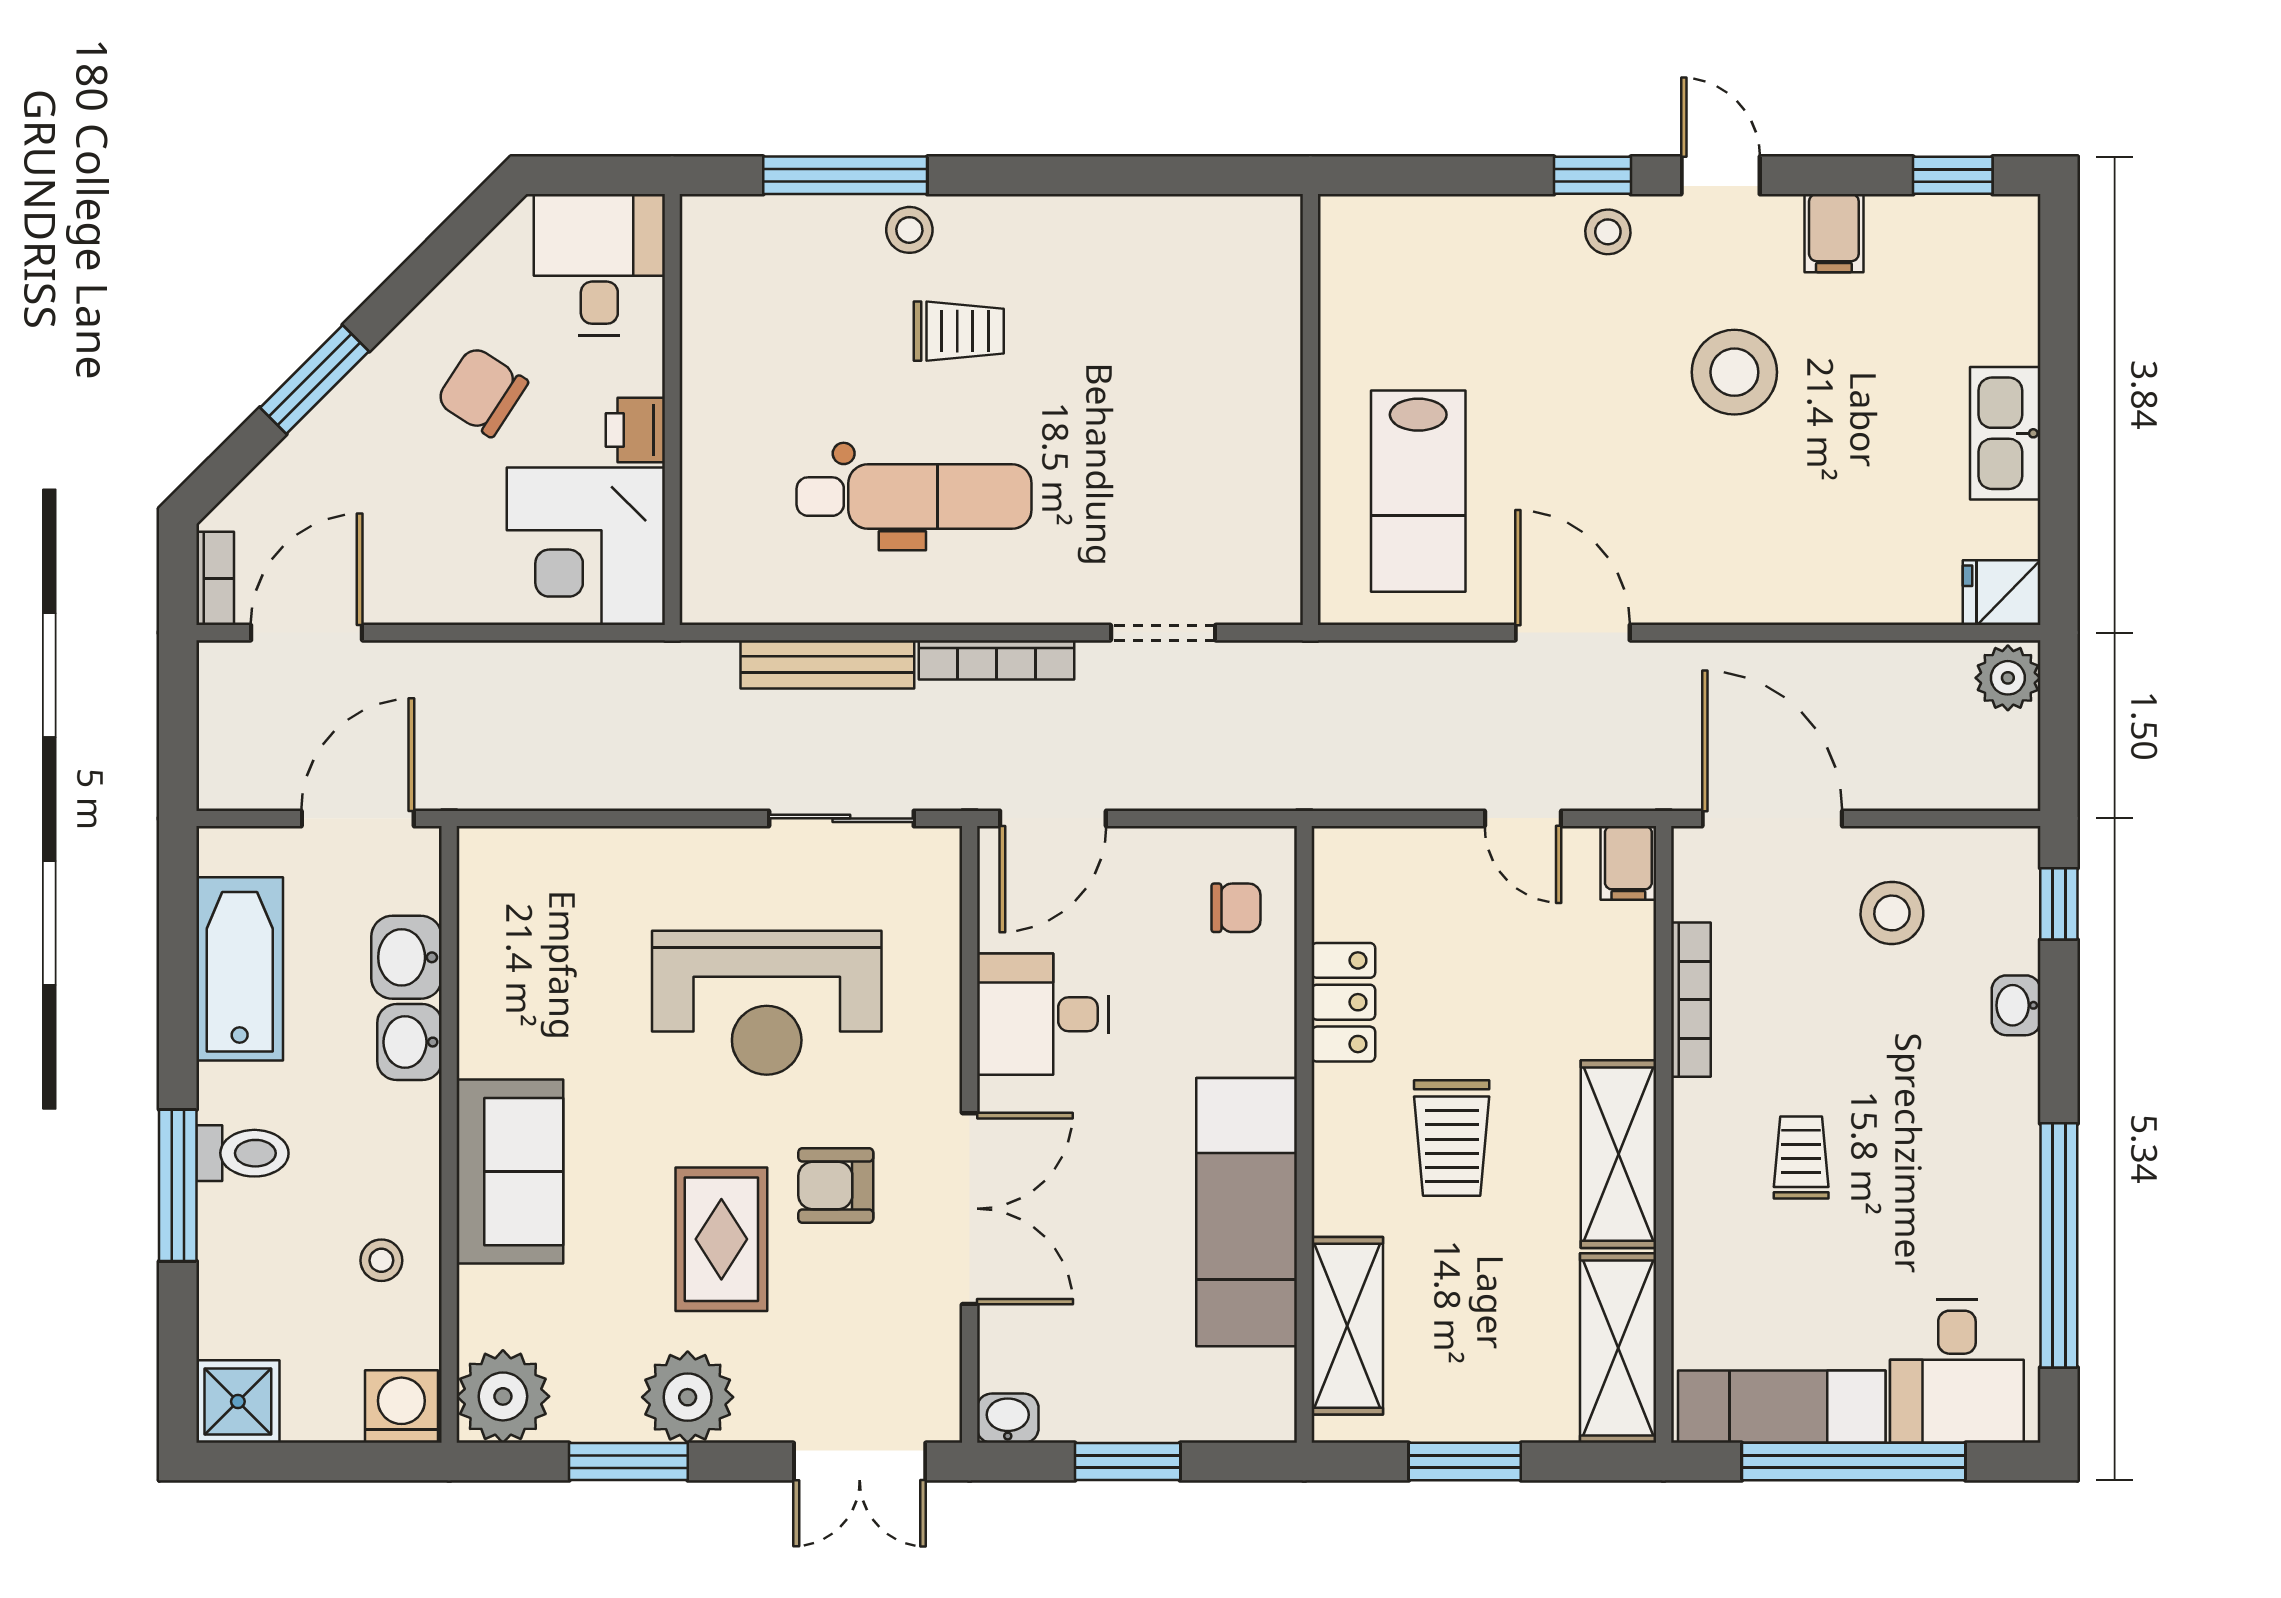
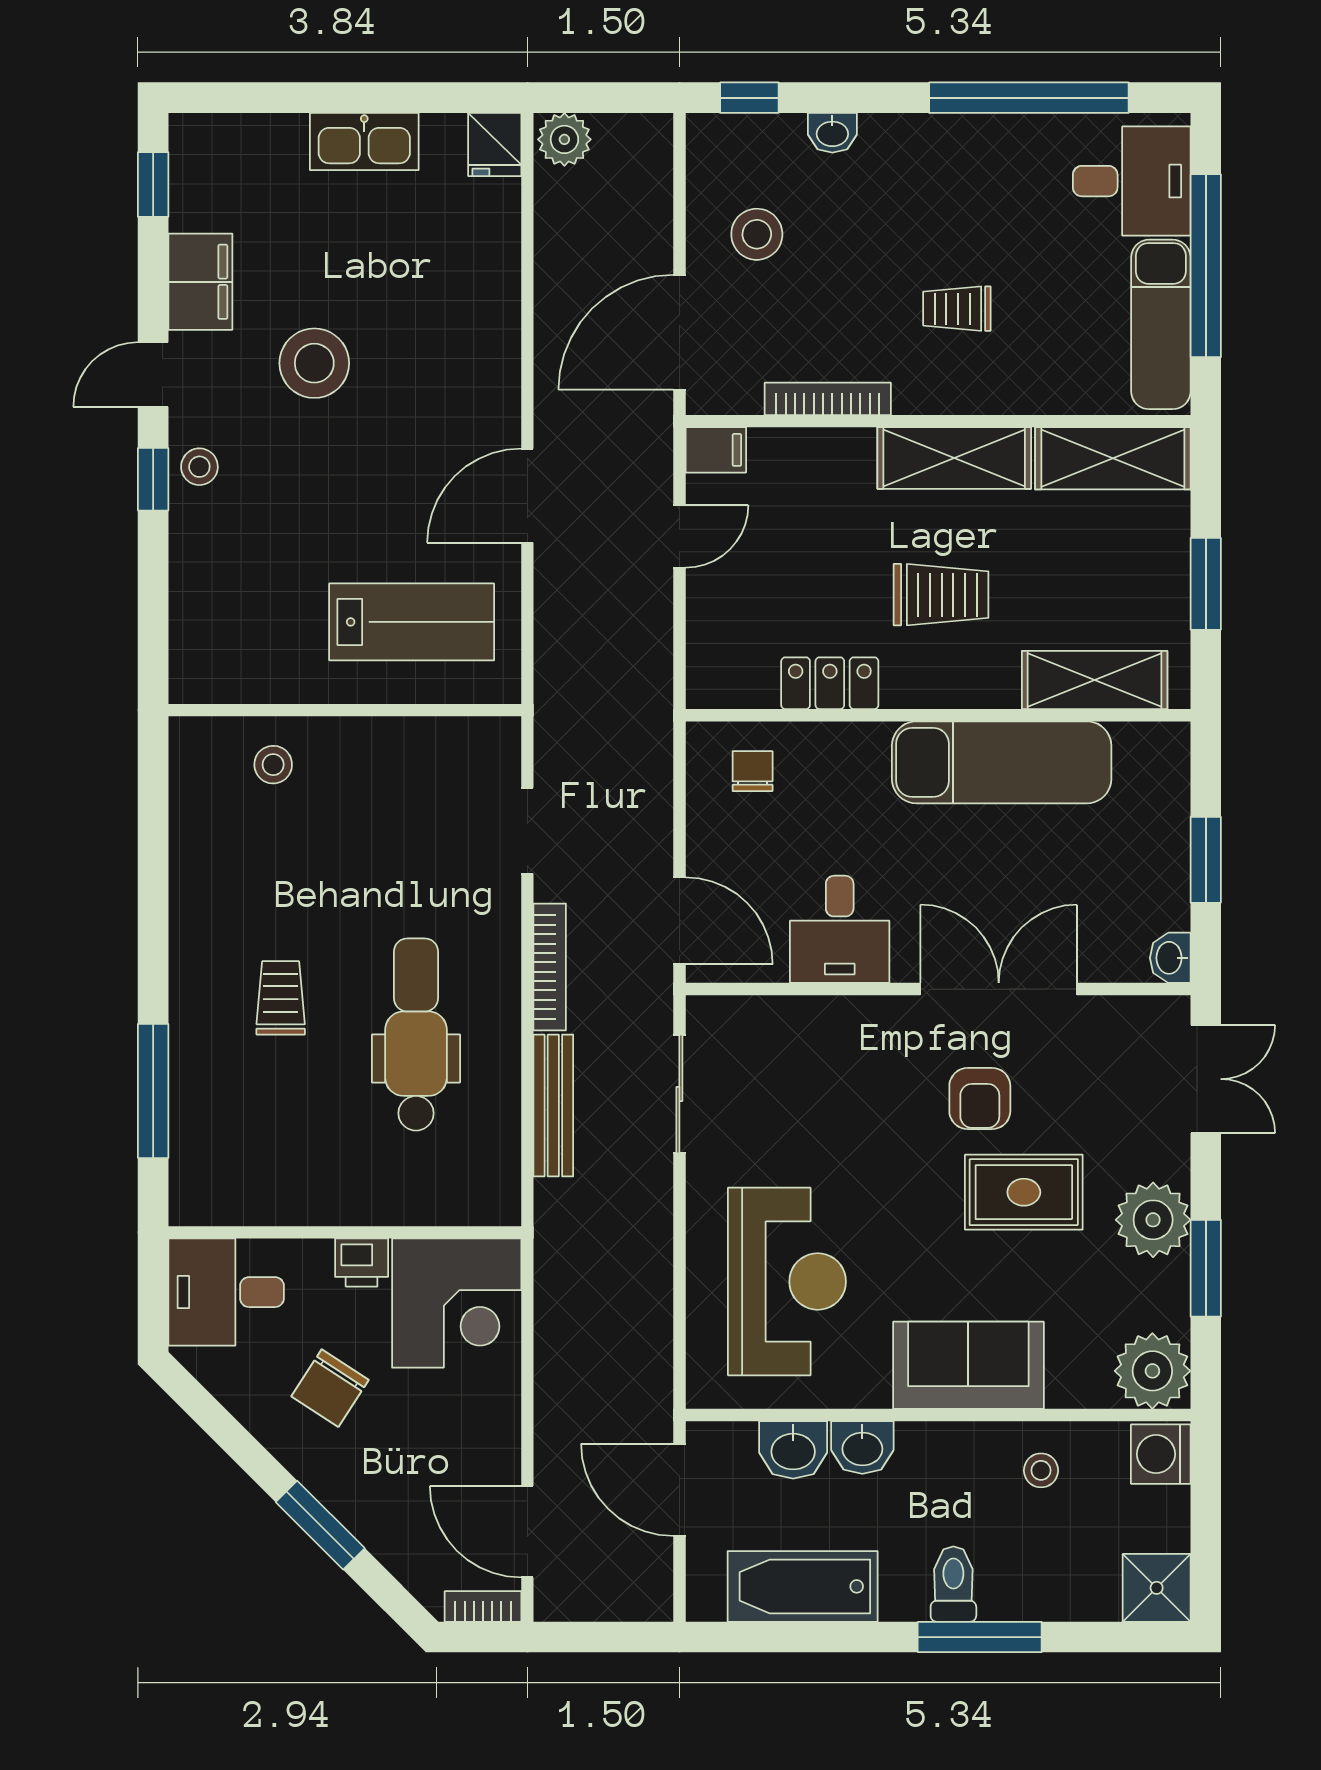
stool: (909, 230) -> (273, 765), moved
filing cabinet: (1834, 233) -> (200, 282), width x2.00
reception desk: (767, 1003) -> (787, 1282), moved

